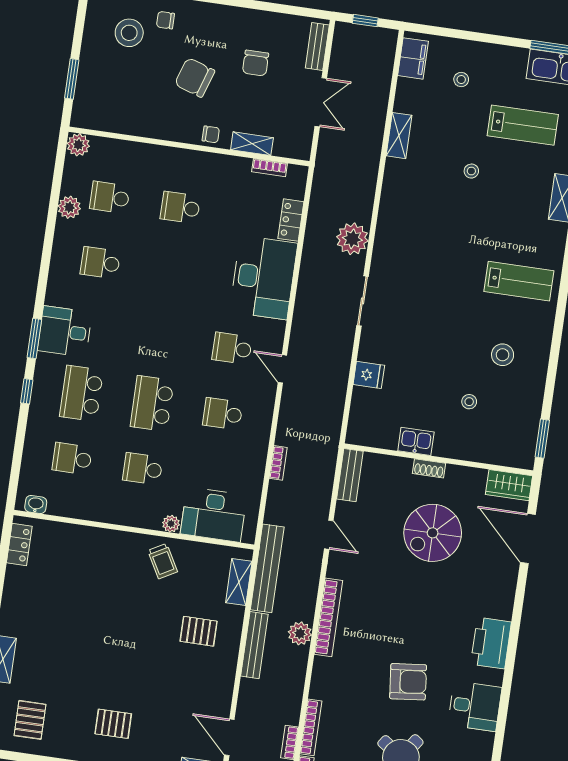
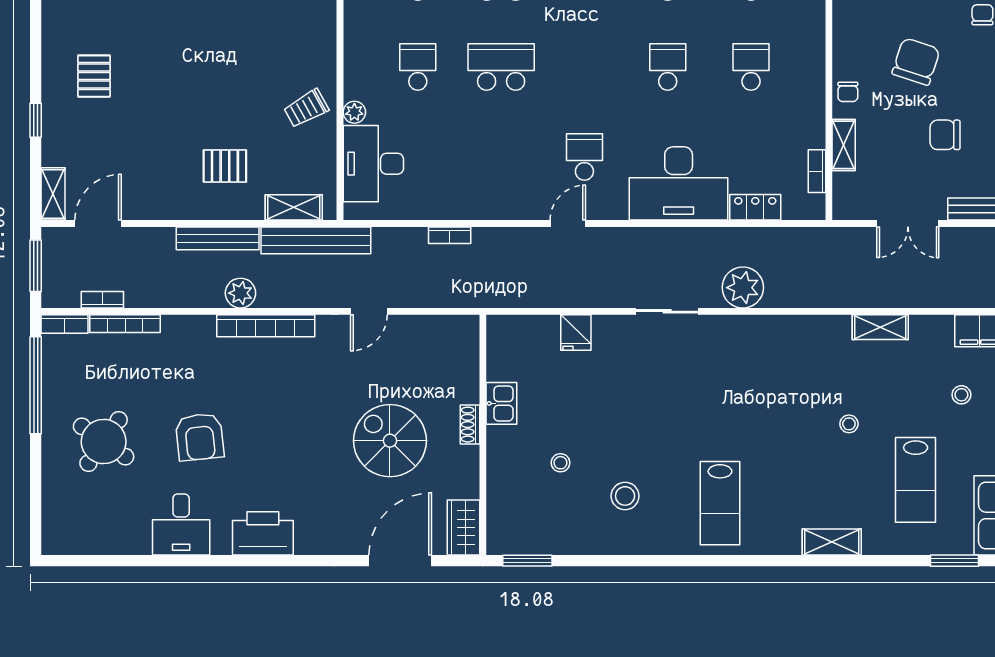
school desk: (223, 414) -> (668, 67), moved
bench: (350, 475) -> (447, 327), removed
pallet: (199, 631) -> (225, 166), turned 90

